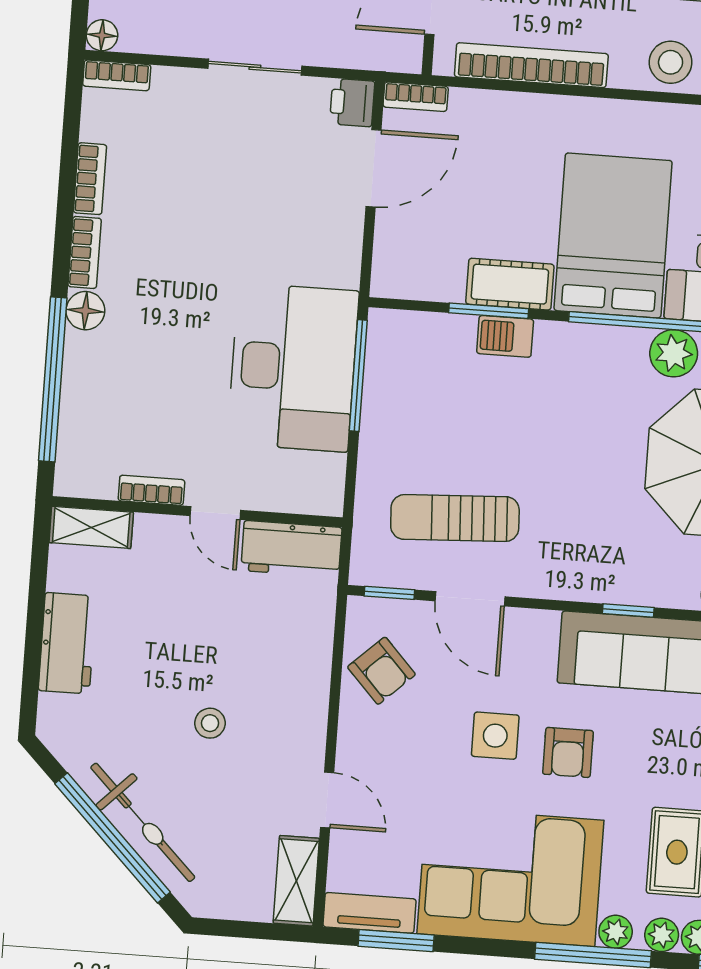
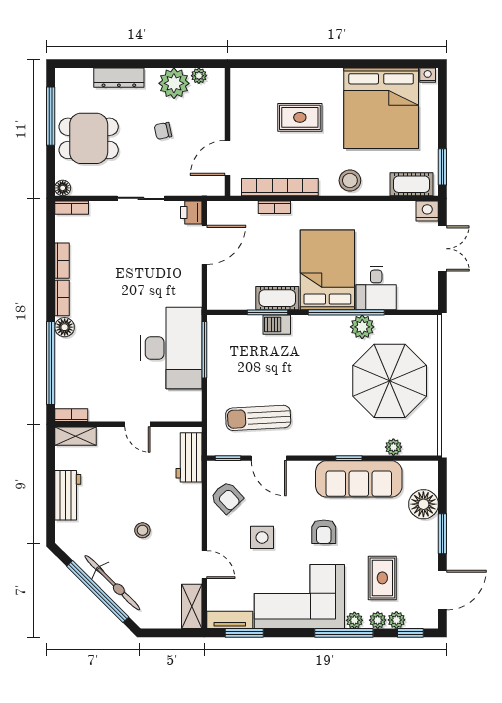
bookcase: (416, 97) -> (274, 207), moved
bookcase: (151, 490) -> (71, 415), moved
workbench: (291, 549) -> (189, 457), moved, turned 90
side table: (495, 736) -> (262, 537), moved

